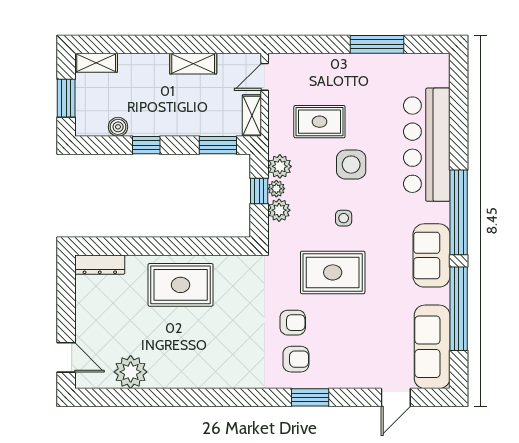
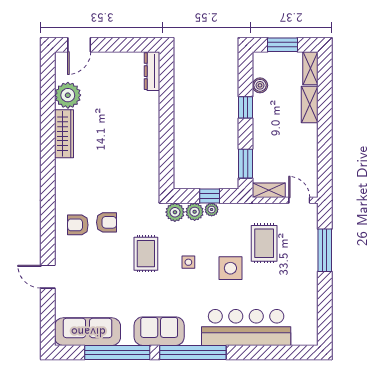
window: (377, 44) -> (325, 250), moved
shelving: (193, 64) -> (310, 105), moved
plant: (280, 166) -> (175, 212), moved
rug: (333, 272) -> (146, 254), width x0.73, depth x0.70
rug: (181, 285) -> (136, 134), removed
armchair: (293, 323) -> (107, 222), turned -90
armchair: (296, 359) -> (78, 225), turned 90
wardrobe: (180, 377) -> (64, 134), added
window: (310, 397) -> (48, 236), removed
door: (396, 397) -> (48, 277), moved

